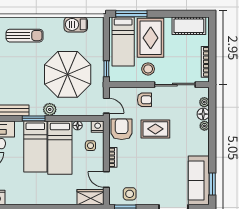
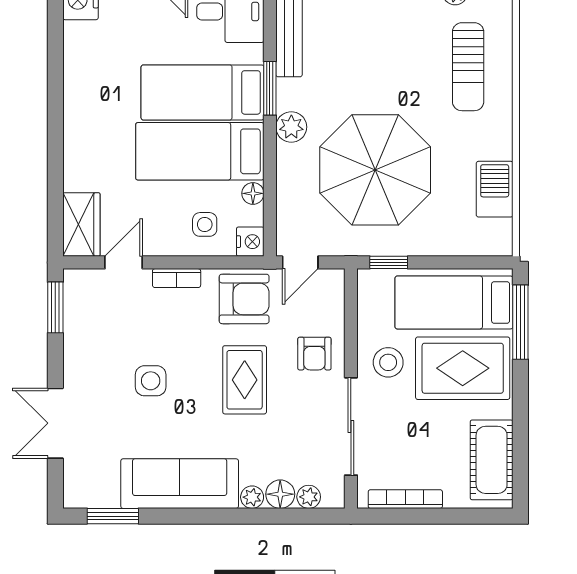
sofa: (199, 180) -> (180, 484), moved
side table: (130, 194) -> (151, 381), moved

